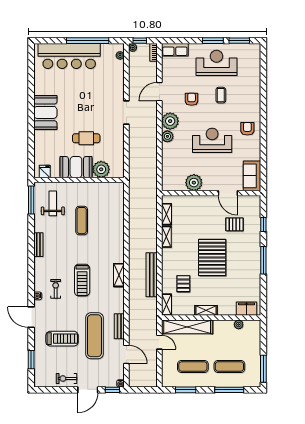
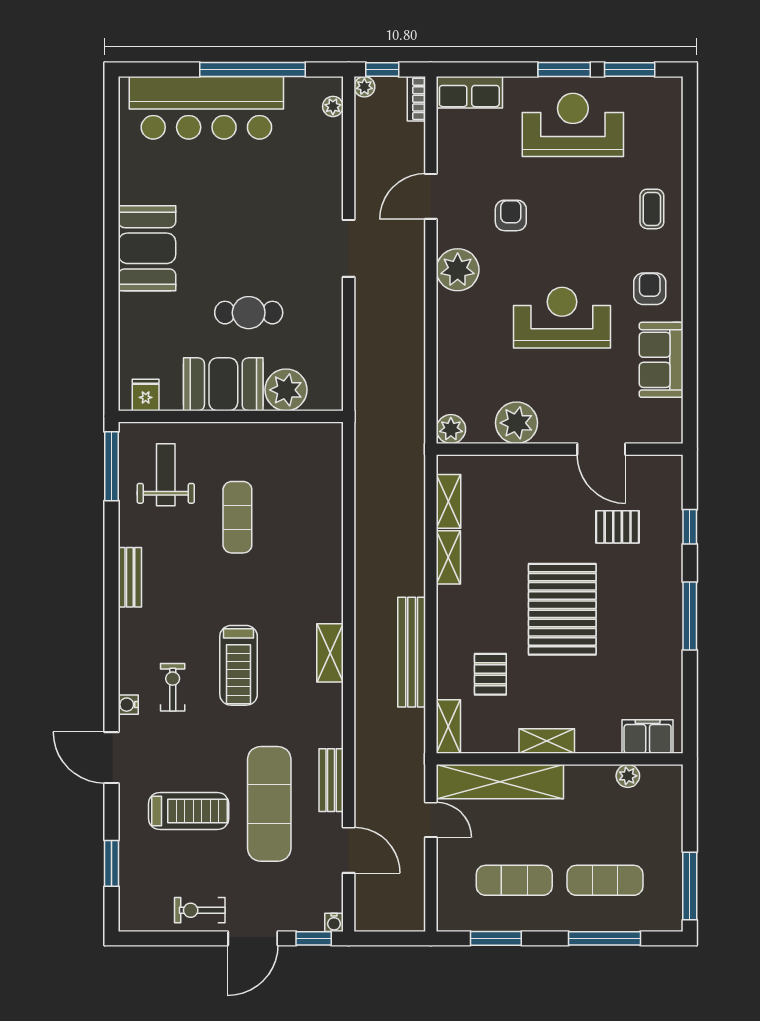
coffee table: (221, 95) -> (652, 209), moved
plant: (167, 136) -> (451, 429), moved
sofa: (252, 176) -> (661, 360), moved

